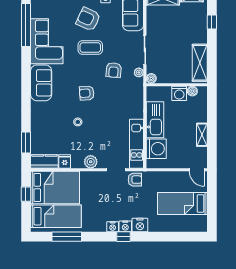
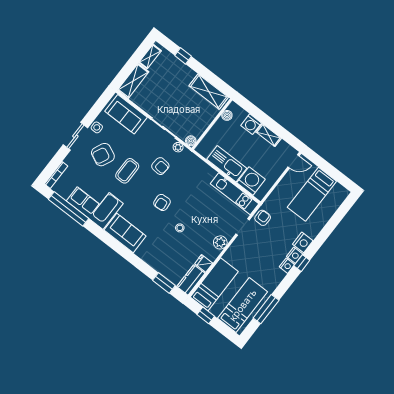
washing machine: (179, 93) -> (251, 124), moved, turned 90
bed: (55, 187) -> (214, 284), width x0.67

